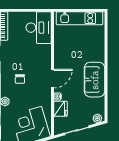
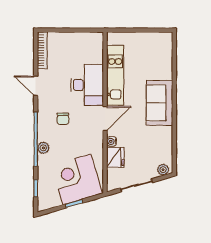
kitchen unit: (80, 18) -> (115, 75), moved, turned -90
desk: (39, 28) -> (87, 85), moved
sofa: (95, 80) -> (159, 103), moved

